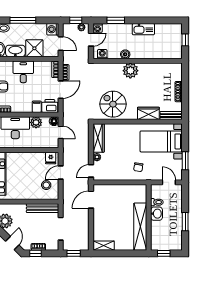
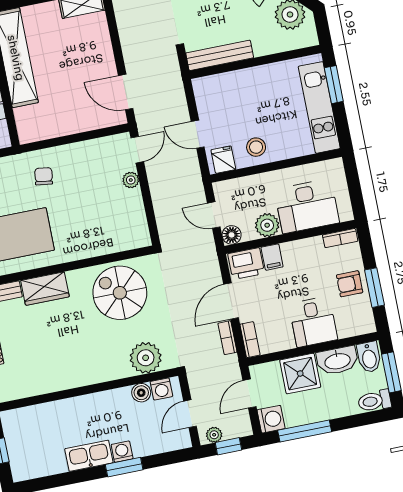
window: (23, 20) -> (305, 431), moved
window: (116, 20) -> (124, 467), moved
washing machine: (98, 28) -> (122, 452), moved
door: (61, 44) -> (249, 394), hinge flipped
boiler: (125, 54) -> (141, 393), moved
plant: (130, 71) -> (146, 358), moved
spiral stairs: (113, 104) -> (120, 293), turned 180
wardrobe: (99, 138) -> (135, 219), removed
door: (61, 173) -> (198, 134), swing flipped
stool: (46, 185) -> (256, 147), moved
door: (91, 200) -> (126, 92), swing flipped

